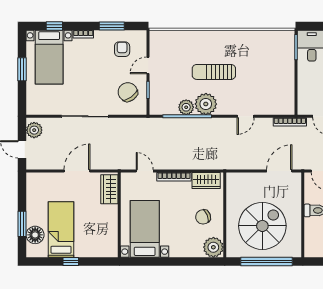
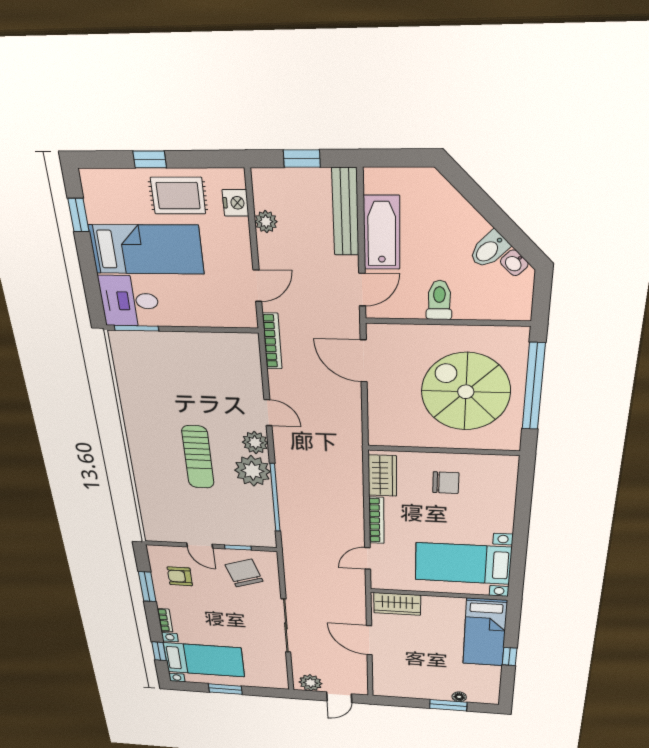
chair: (128, 92) -> (244, 573), turned 108
plant: (186, 107) -> (255, 443), moved
chair: (203, 217) -> (446, 483), turned -68
bed: (61, 229) -> (485, 632), moved, turned -90
floor lamp: (35, 235) -> (459, 697), width x0.53, depth x0.53
plant: (213, 247) -> (501, 470), removed

